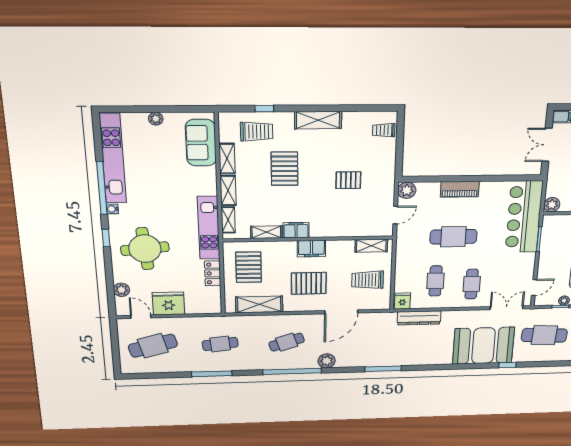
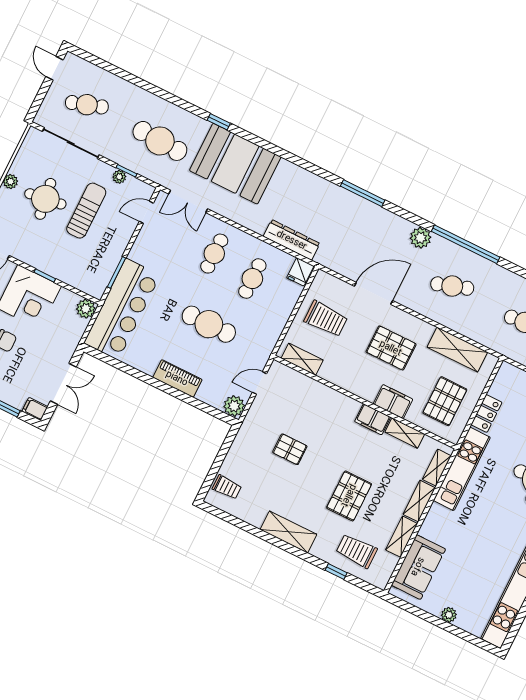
filing cabinet: (311, 249) -> (393, 402), moved

